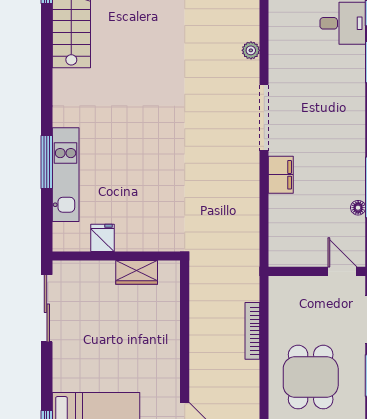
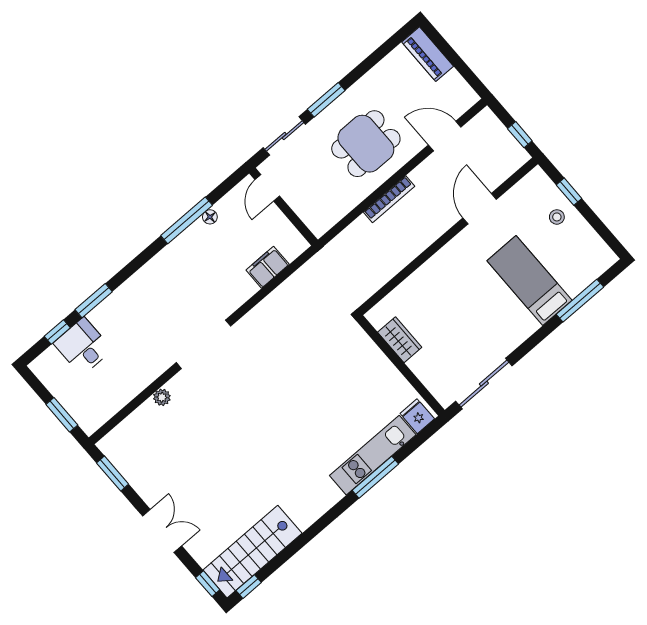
filing cabinet: (281, 175) -> (268, 267), moved
fridge: (103, 238) -> (417, 416), moved, turned 90
bookcase: (252, 331) -> (389, 199), moved

